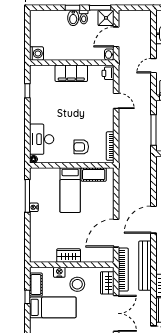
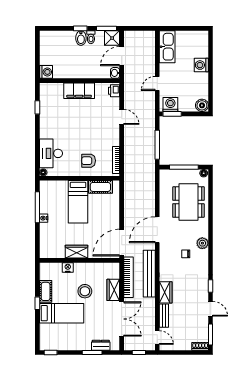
wardrobe: (69, 256) -> (77, 252), moved
wall: (72, 265) -> (80, 260), moved
nightstand: (59, 272) -> (68, 268), moved

